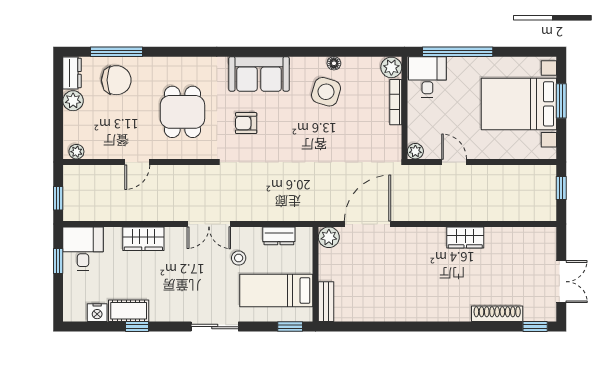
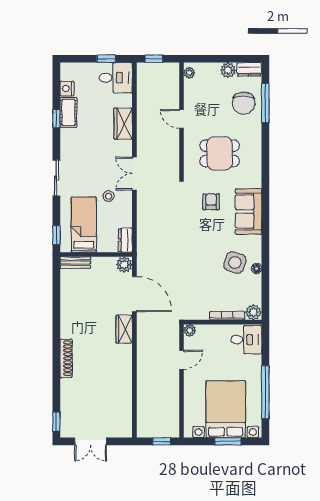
window: (458, 52) -> (265, 392), moved
dresser: (279, 236) -> (125, 240), moved
wardrobe: (465, 237) -> (124, 329), moved
shoe rack: (497, 314) -> (66, 358), moved

